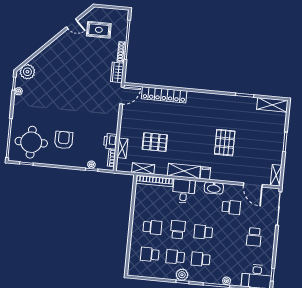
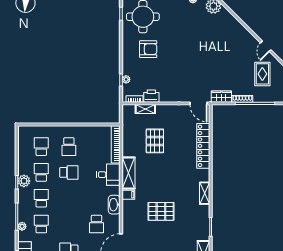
shelving: (143, 168) -> (205, 193), moved
school desk: (203, 232) -> (41, 224), moved

